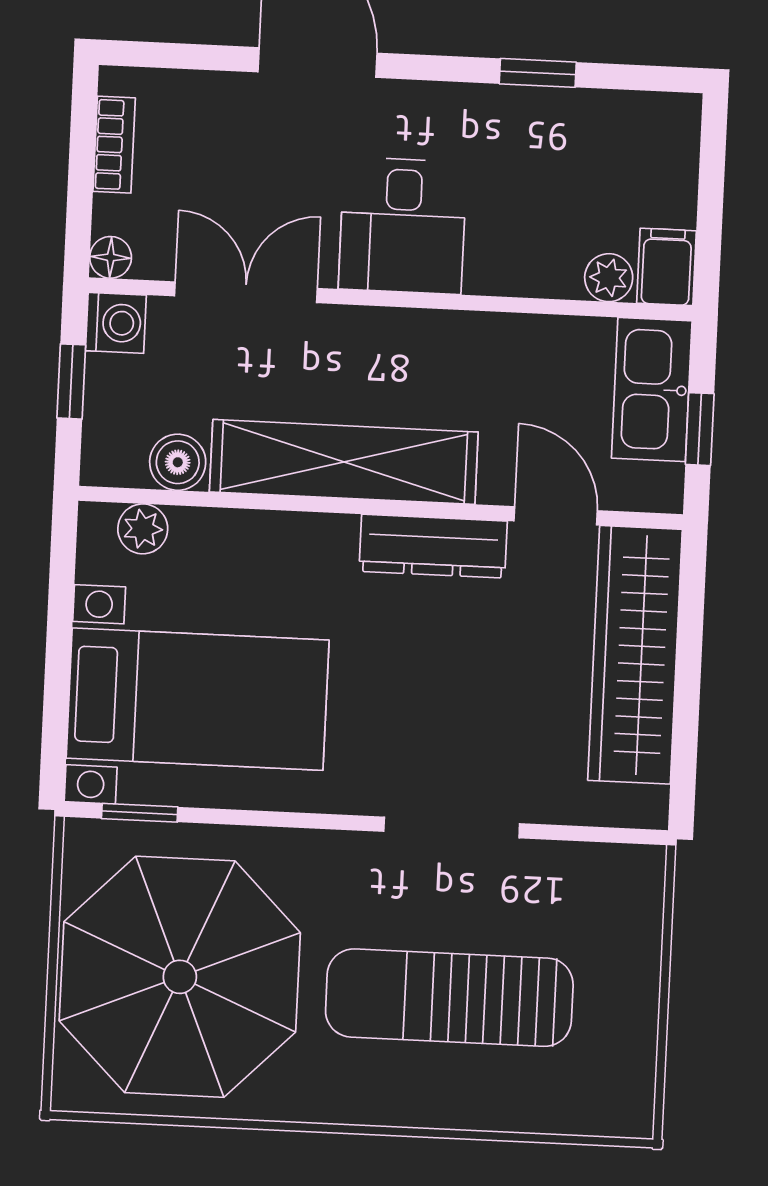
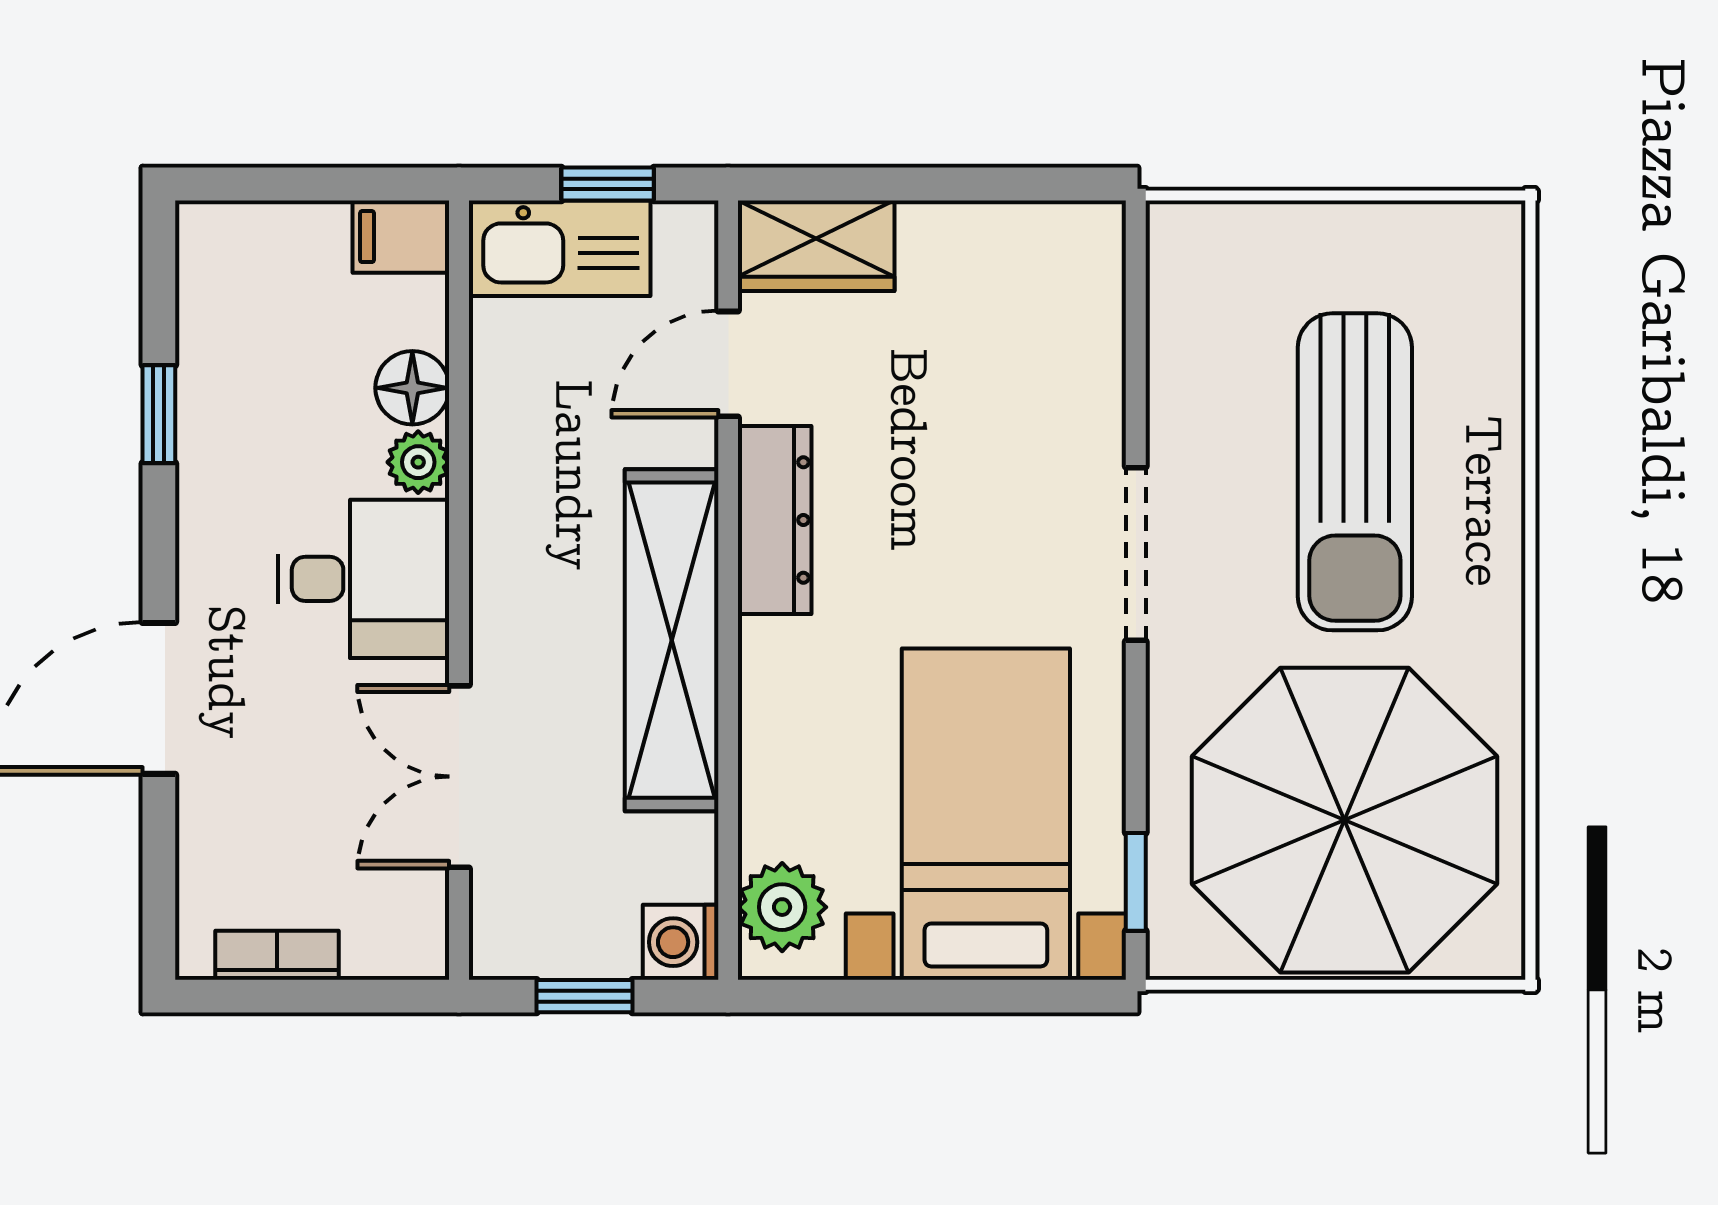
floor lamp: (111, 257) -> (412, 388), moved, width x1.37, depth x1.37
plant: (609, 278) -> (418, 462), moved
washing machine: (116, 323) -> (681, 942), moved, turned -90
boiler: (178, 462) -> (682, 854), removed
plant: (143, 529) -> (782, 907), width x1.38, depth x1.38
wardrobe: (635, 655) -> (816, 246), width x0.48, depth x0.85
doorway: (452, 827) -> (1136, 554), moved

